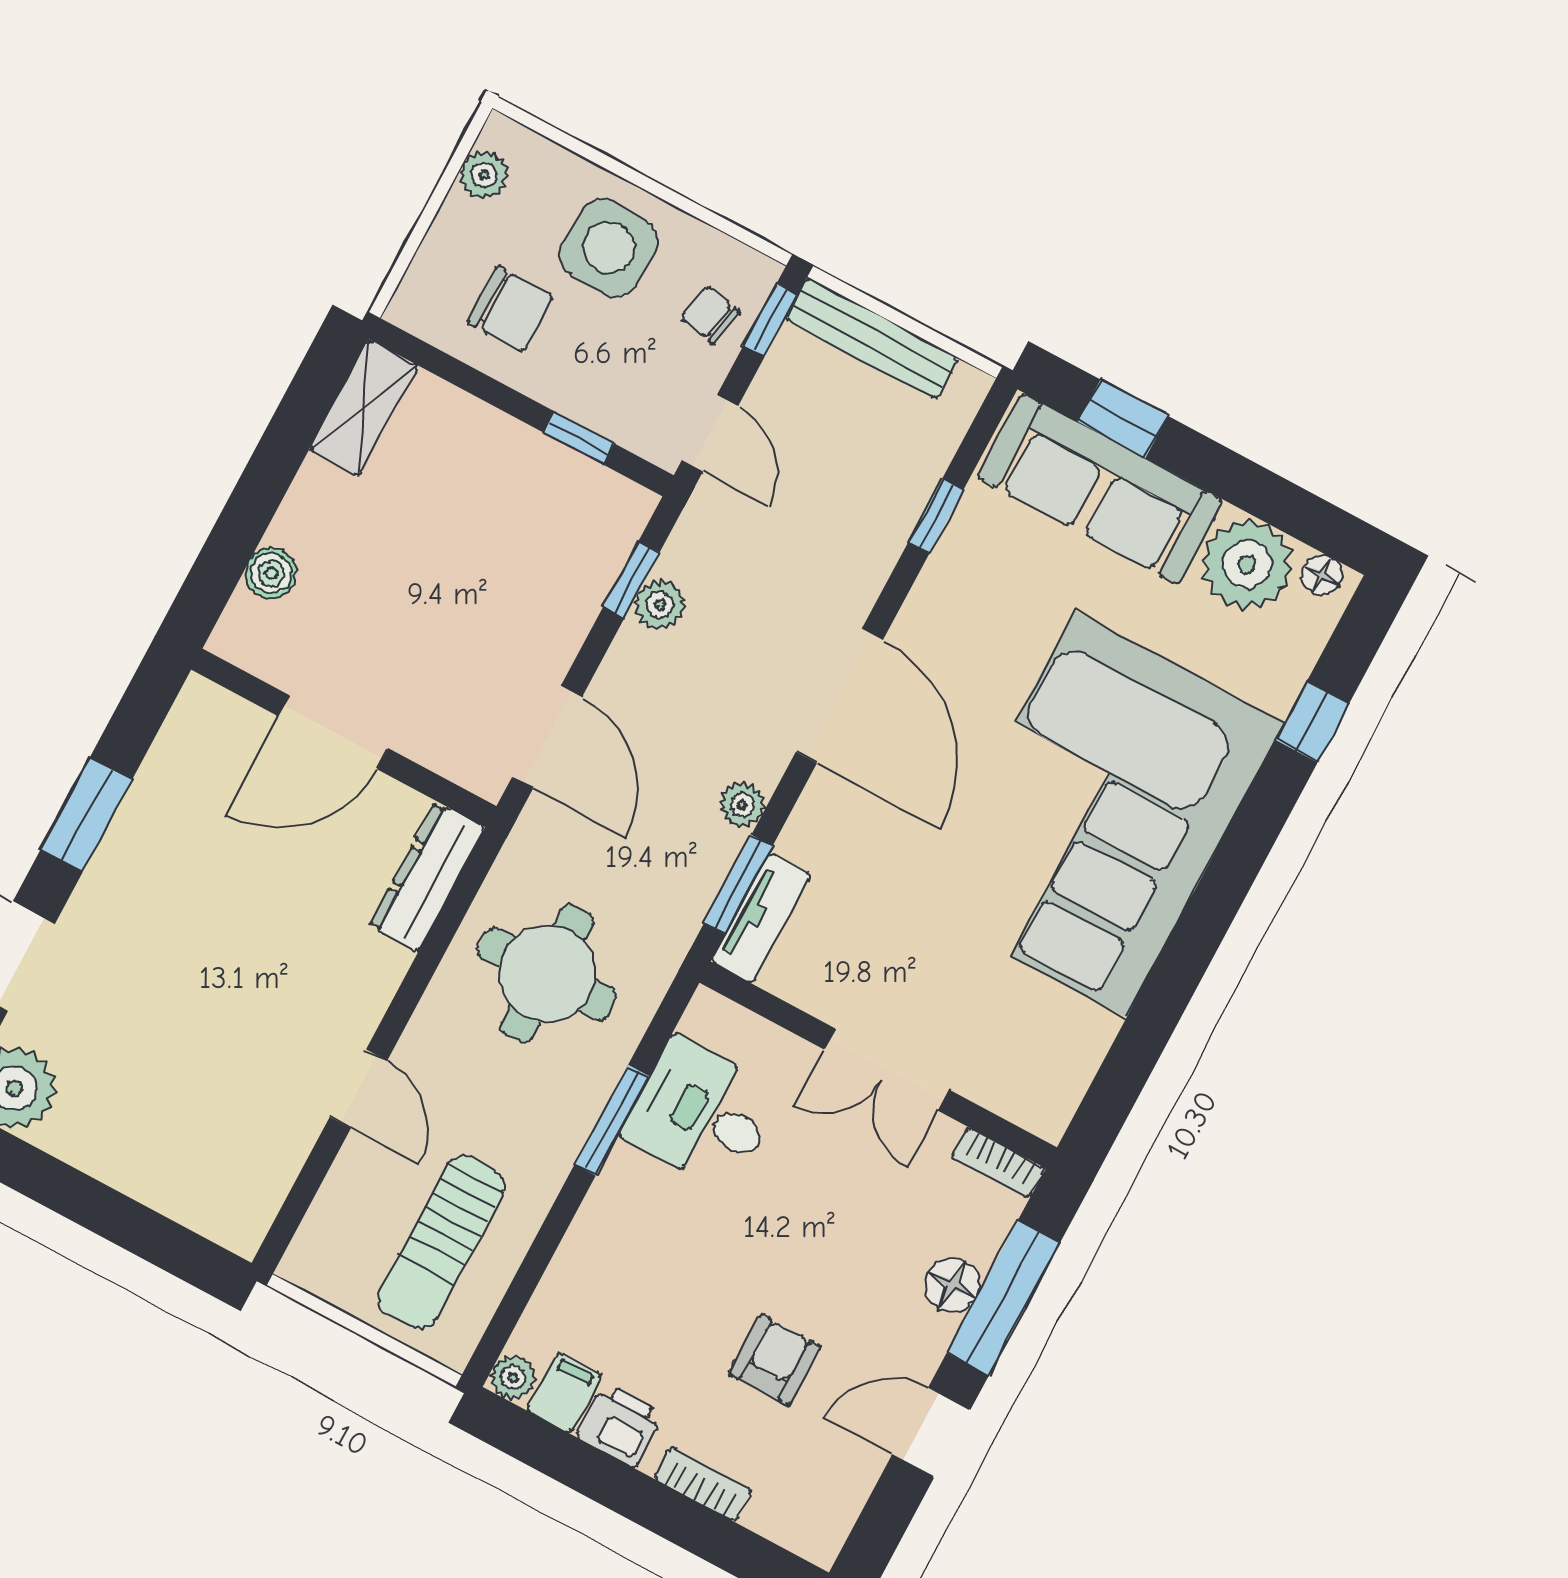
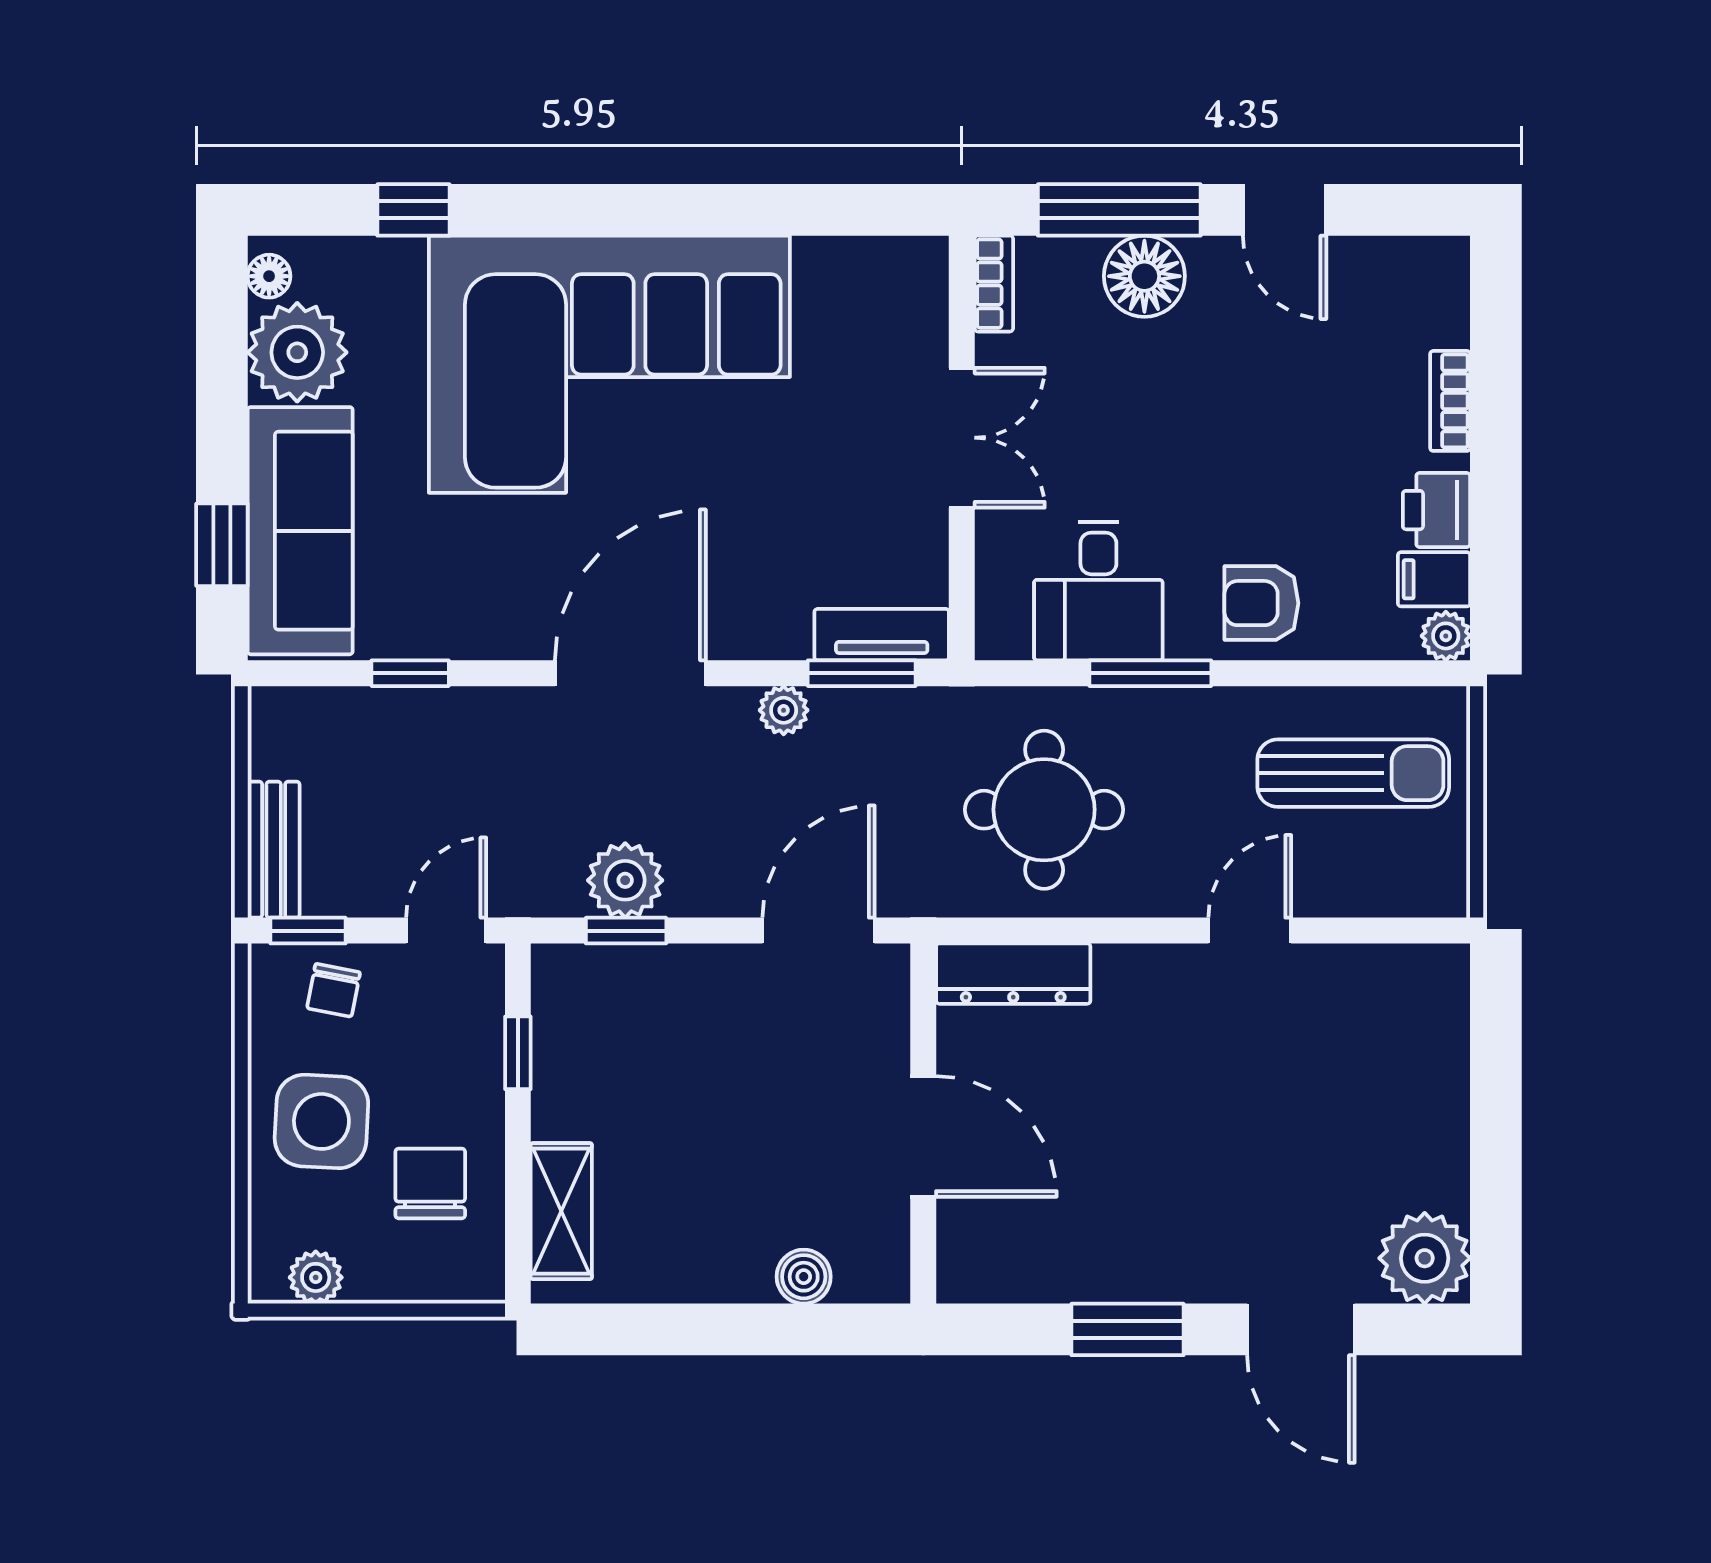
bench: (872, 338) -> (274, 850), width x0.73
shelving: (364, 408) -> (561, 1211), moved, turned 90
plant: (660, 605) -> (625, 880), width x1.38, depth x1.38
floor lamp: (952, 1285) -> (1144, 276), width x1.38, depth x1.38
armchair: (775, 1360) -> (1261, 603), moved

